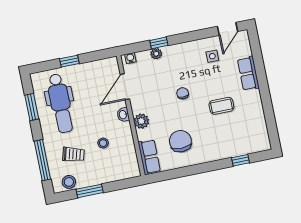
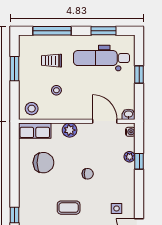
coffee table: (221, 106) -> (69, 208), turned 90
washbasin: (123, 115) -> (129, 114), moved
trolley: (73, 154) -> (52, 61), turned 75
stool: (69, 182) -> (32, 109), moved

